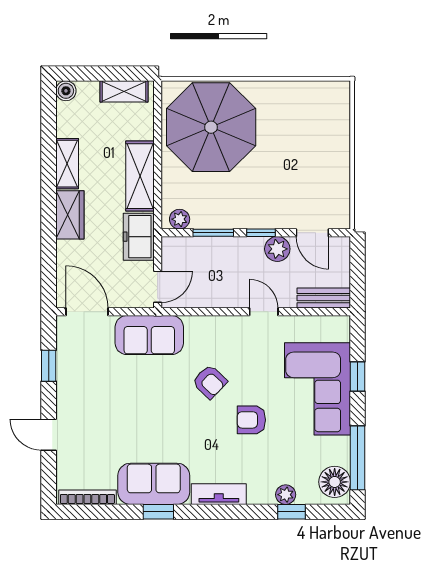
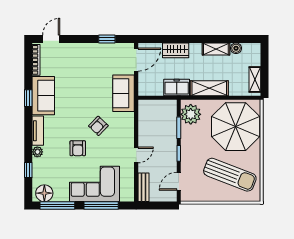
boiler: (66, 91) -> (236, 48), moved
sun lounger: (300, 138) -> (230, 175), added
wardrobe: (70, 215) -> (176, 50), moved
plant: (180, 219) -> (191, 114), width x1.87, depth x1.87
plant: (277, 249) -> (170, 162), removed
door: (158, 287) -> (150, 98), removed
window: (358, 376) -> (101, 206), width x2.17
armchair: (251, 420) -> (78, 148), turned 180
door: (49, 435) -> (51, 39), moved
plant: (286, 495) -> (37, 152), moved

